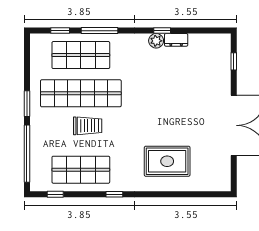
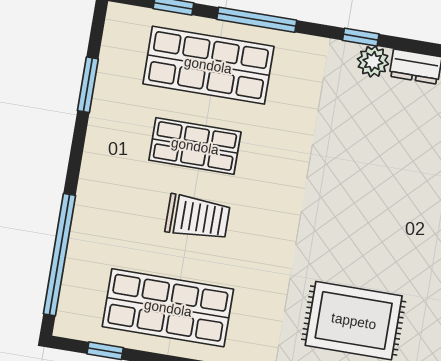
window: (162, 31) -> (361, 37), moved
shop shelf: (81, 93) -> (195, 146), width x0.50, depth x0.74
window: (27, 104) -> (88, 85), moved

